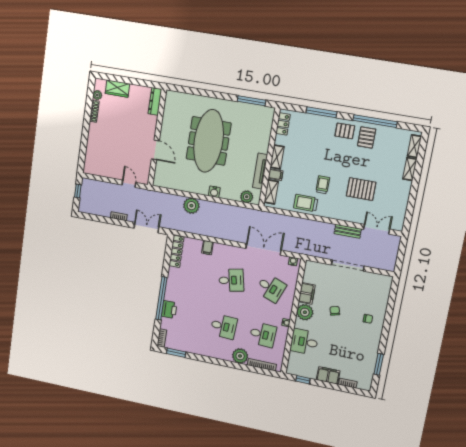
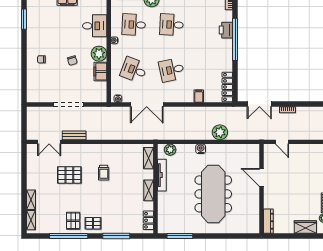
filing cabinet: (276, 175) -> (147, 174), removed
trolley: (306, 203) -> (116, 154), removed

